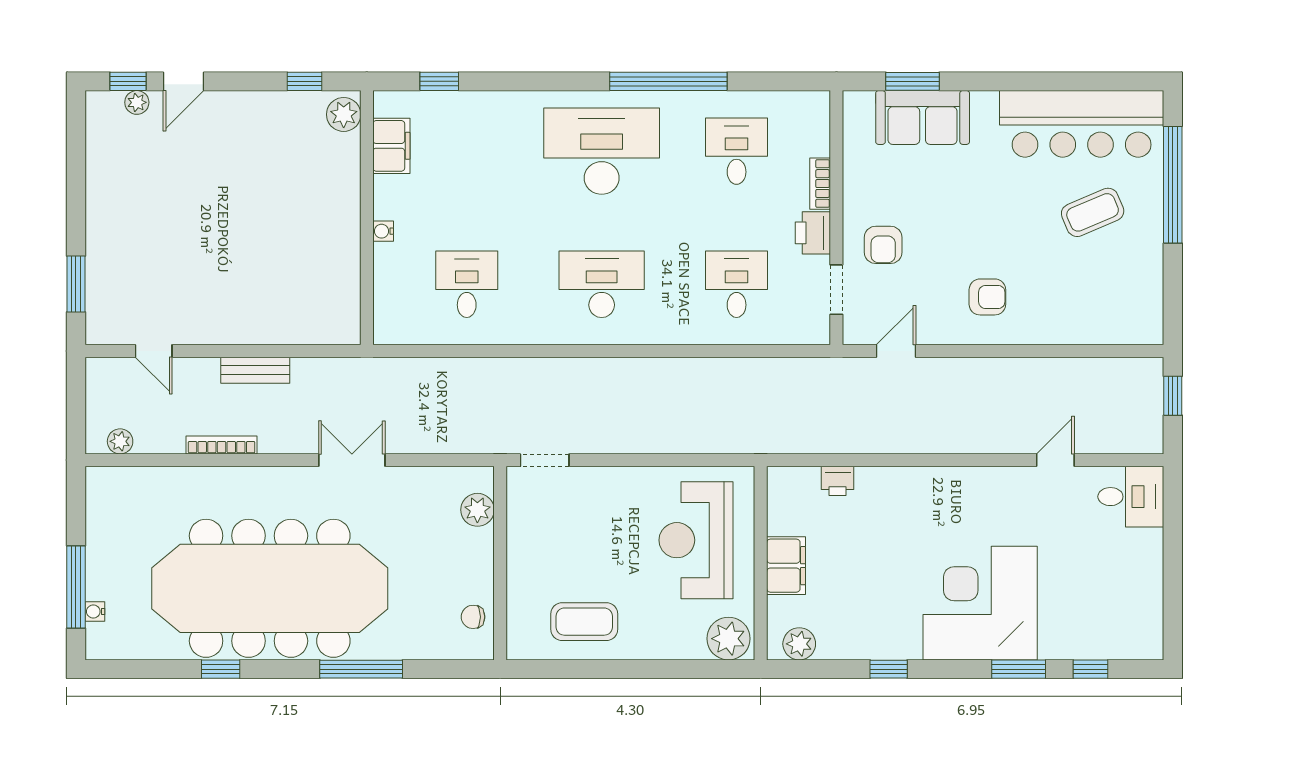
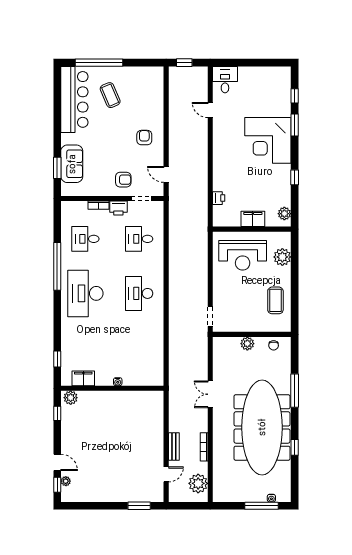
desk: (467, 284) -> (139, 348), removed
bench: (255, 370) -> (174, 447), moved
plant: (120, 441) -> (198, 483), width x1.88, depth x1.88
plant: (477, 510) -> (247, 344), moved
plant: (729, 639) -> (282, 257), moved

